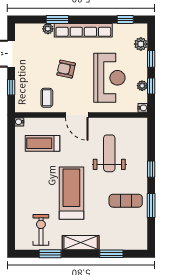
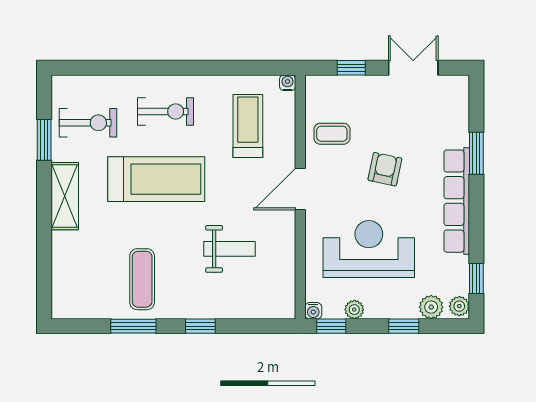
plant: (48, 29) -> (459, 306), moved
reception desk: (109, 78) -> (369, 249), turned 180
window: (151, 86) -> (331, 326), moved
weight bench: (109, 153) -> (229, 249), width x0.73, depth x0.75
exercise bike: (35, 188) -> (166, 111), added
window: (111, 254) -> (44, 253), removed

